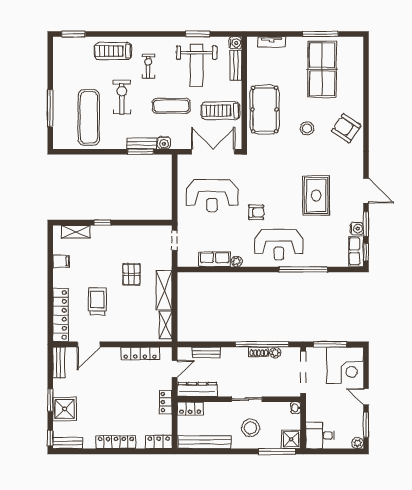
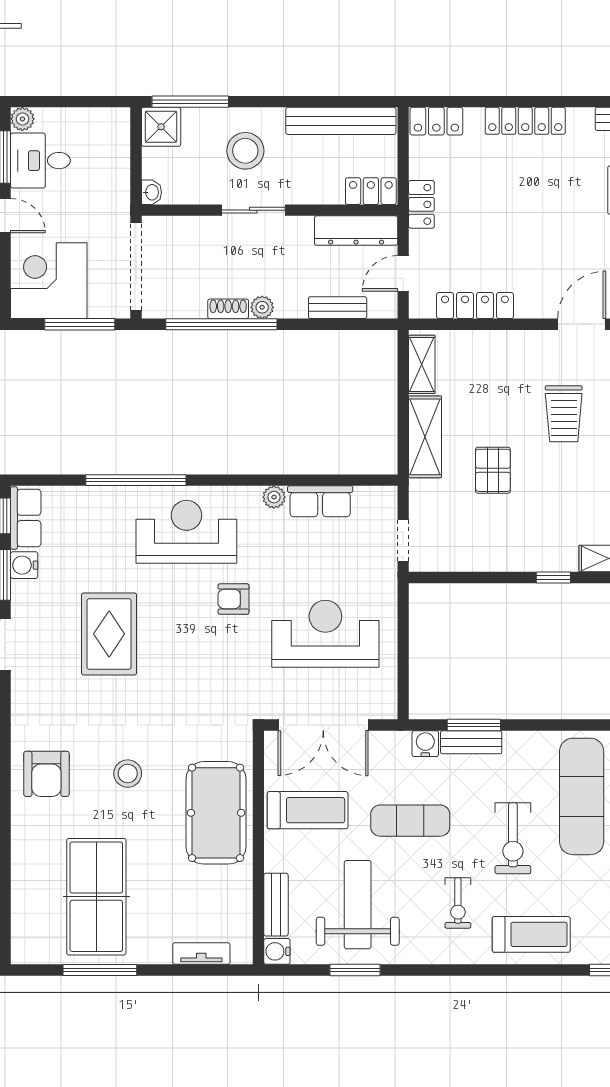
armchair: (346, 128) -> (46, 774), turned 56
plant: (275, 353) -> (262, 307), moved
desk: (320, 435) -> (40, 161), moved, turned 180

